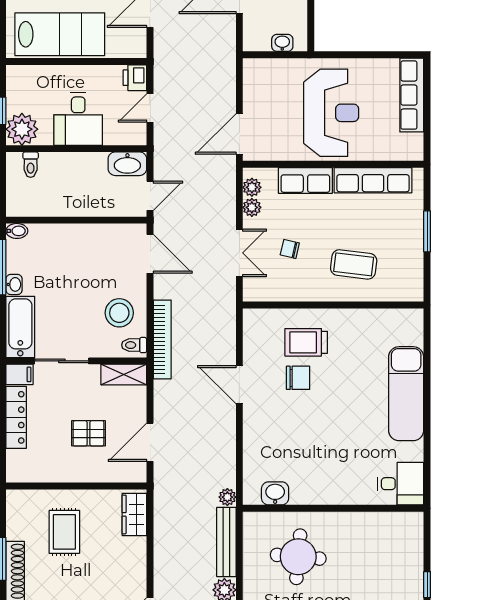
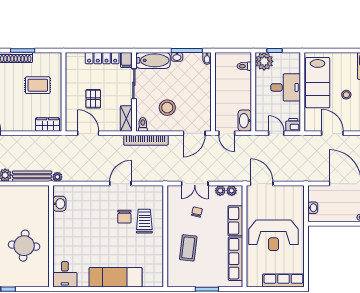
desk: (78, 119) -> (286, 87), moved, turned 180
stool: (119, 313) -> (167, 108), moved
round table: (298, 557) -> (24, 246), moved

